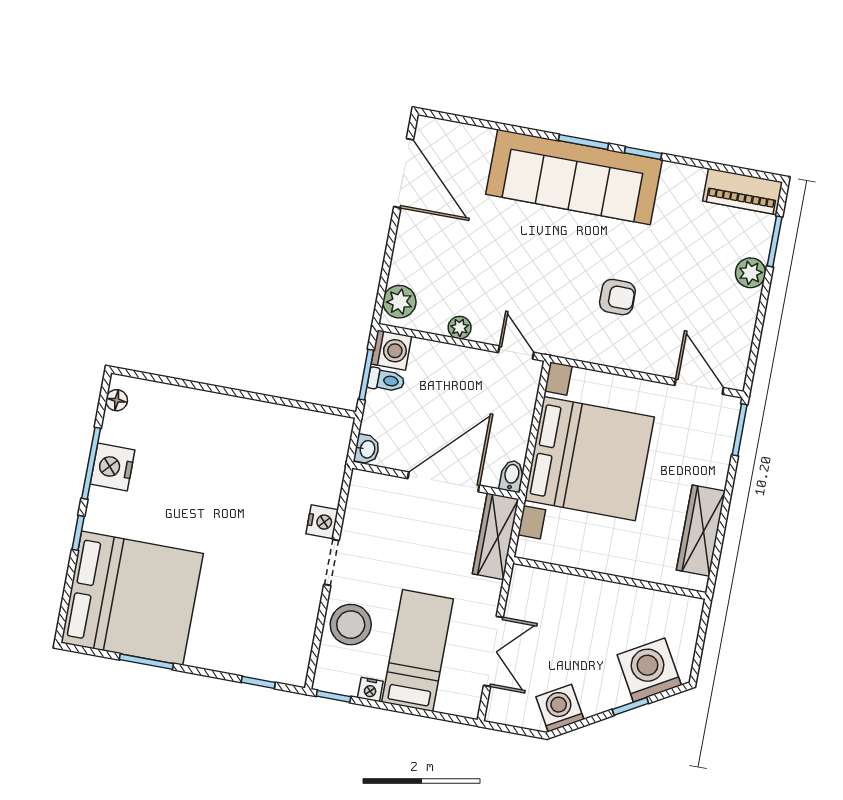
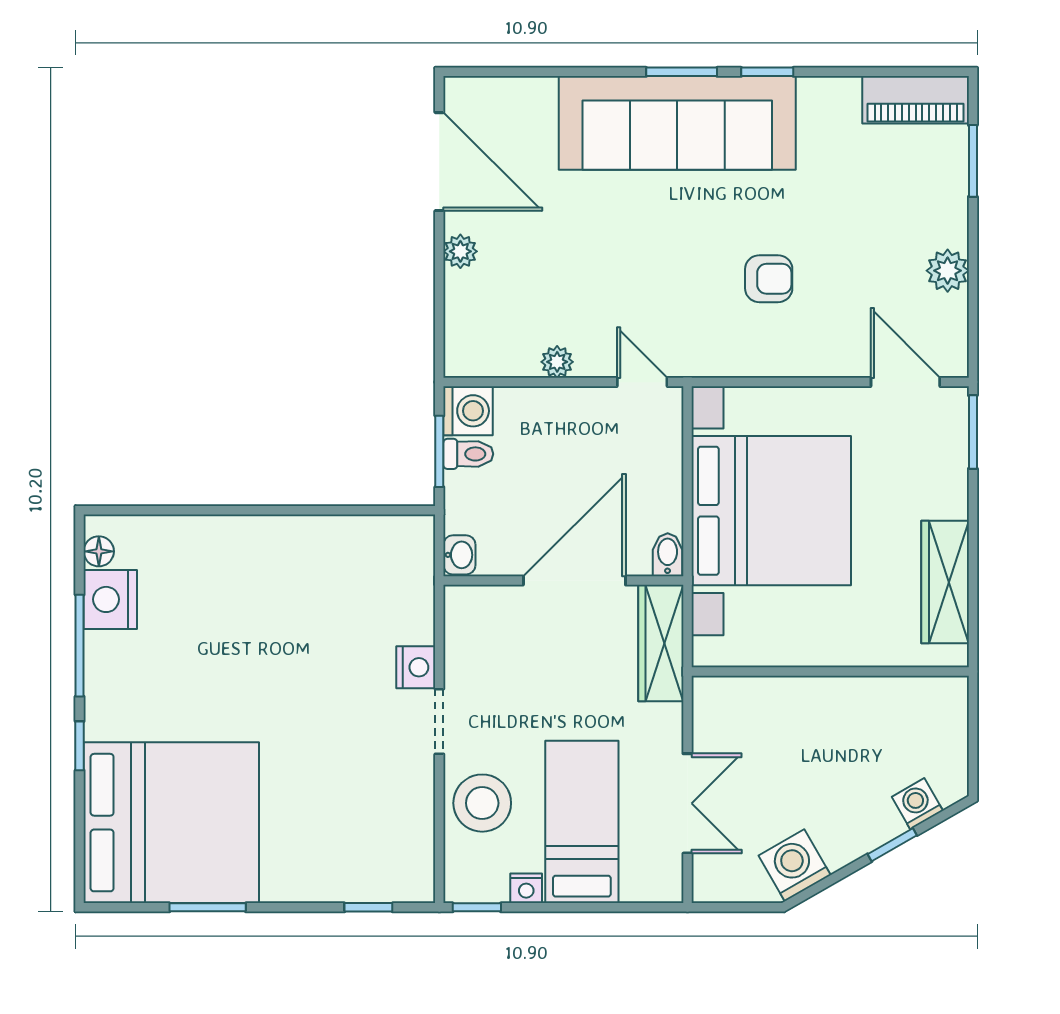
plant: (751, 273) -> (948, 271), moved
plant: (399, 302) -> (460, 251), moved, width x0.73, depth x0.73
nightstand: (113, 467) -> (110, 599), moved
washing machine: (649, 670) -> (917, 804), width x0.53, depth x0.53

